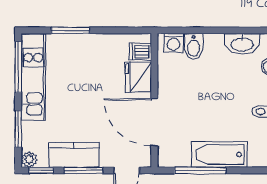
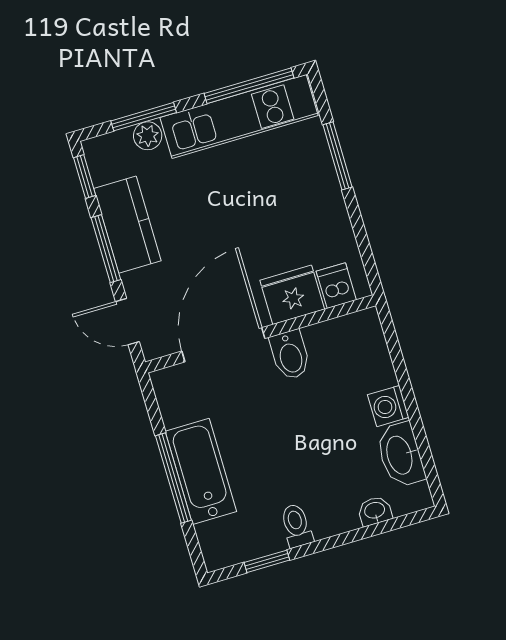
washing machine: (174, 43) -> (388, 406), moved
bidet: (194, 46) -> (290, 355), moved, turned -90
plant: (29, 159) -> (148, 136), moved
window: (200, 170) -> (173, 478), moved

